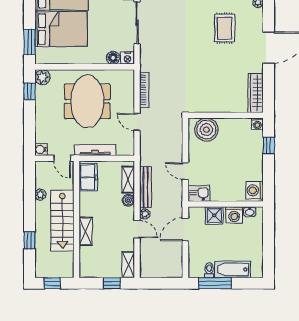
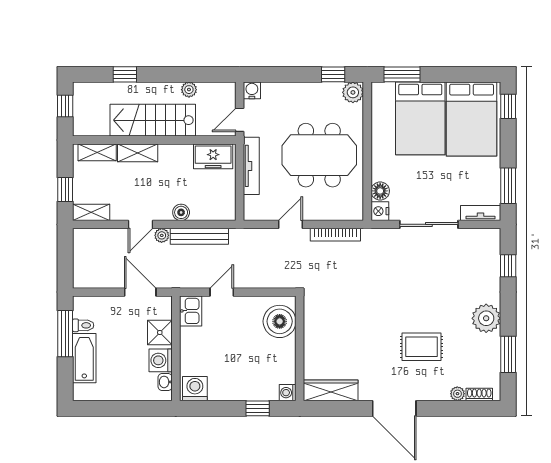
shelving: (128, 180) -> (97, 152), moved

